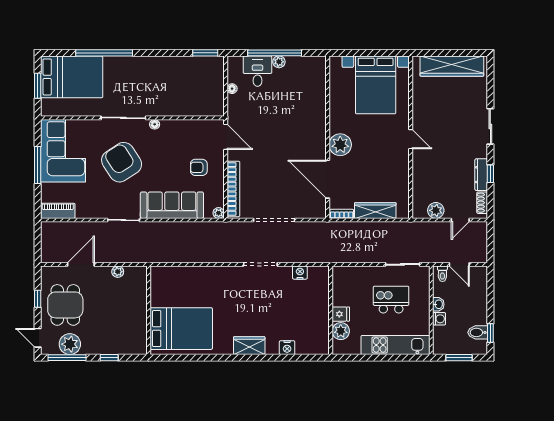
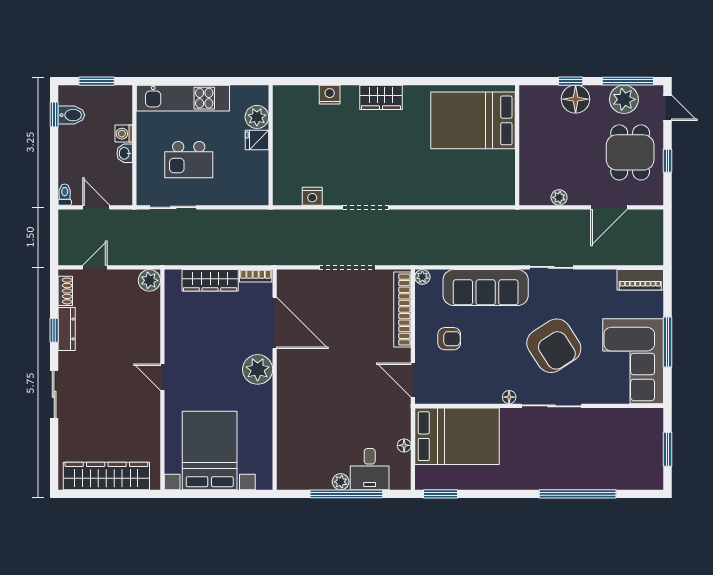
bed: (72, 77) -> (457, 436), moved, turned 180
plant: (436, 210) -> (149, 280), moved
toilet: (442, 274) -> (65, 195), moved
floor lamp: (106, 344) -> (576, 99), added

